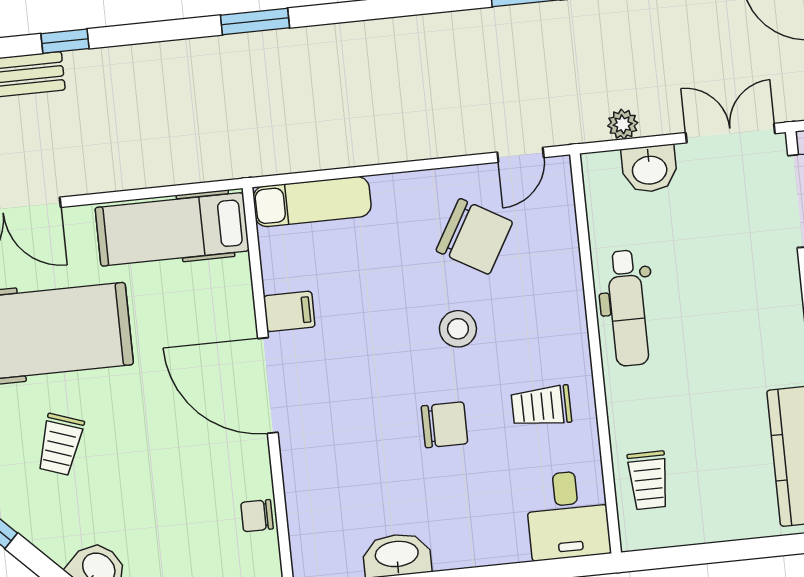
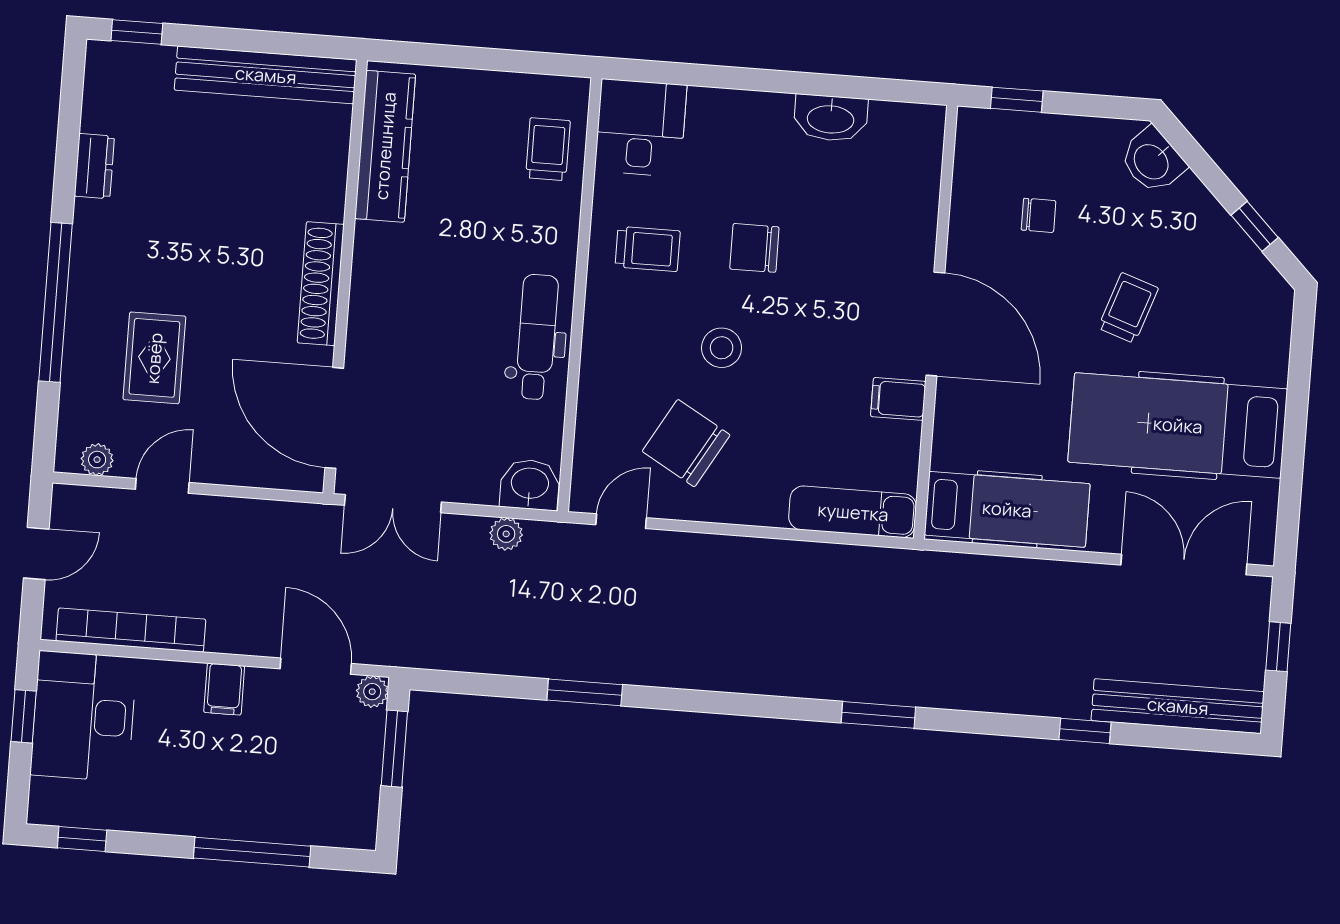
washbasin: (649, 169) -> (530, 485), moved
trolley: (60, 444) -> (1128, 308), moved
chair: (257, 516) -> (1039, 215), moved

